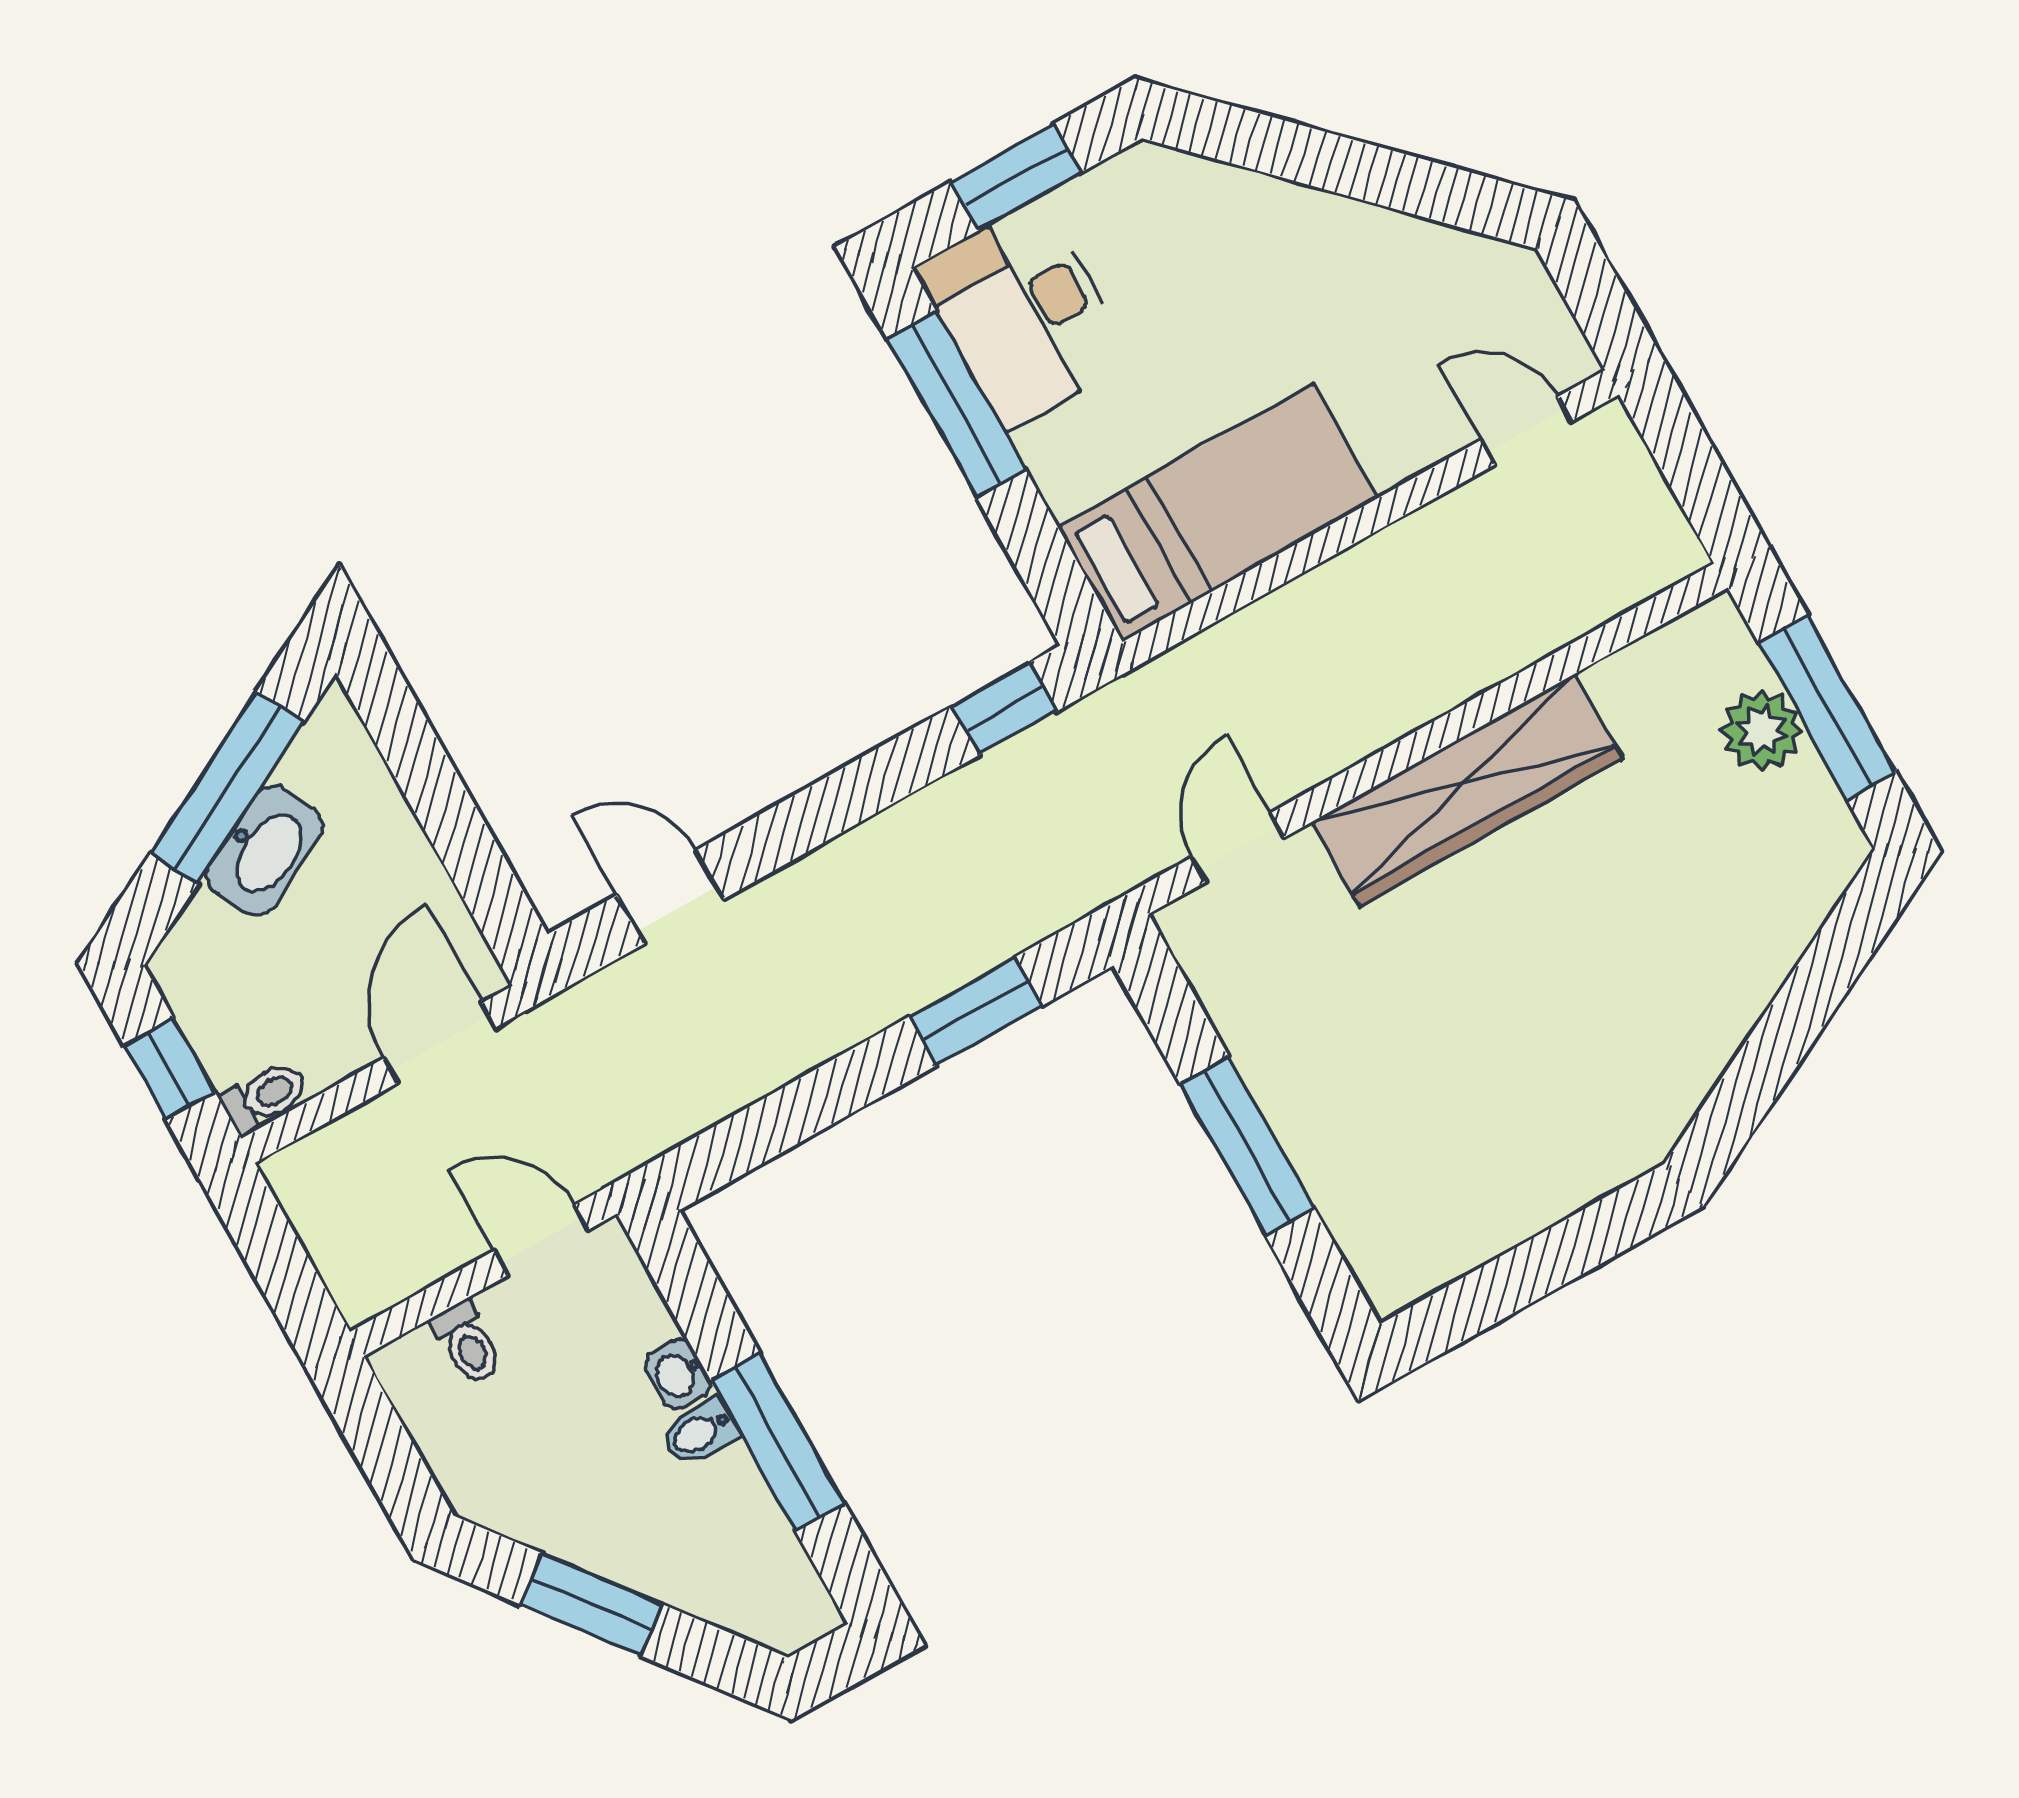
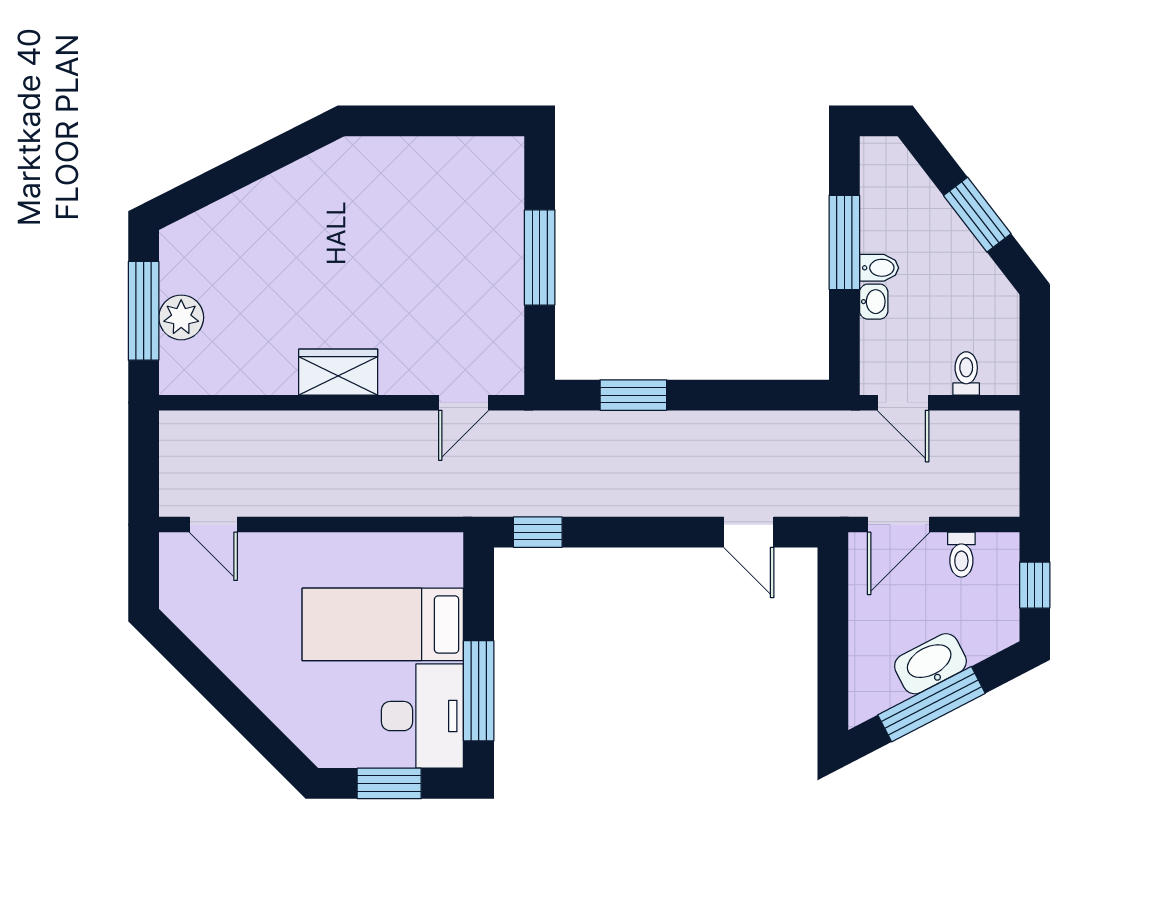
bed: (1218, 513) -> (383, 624), moved
wardrobe: (1467, 790) -> (338, 372), width x0.48, depth x0.85
toilet: (264, 1097) -> (961, 555), moved, turned -90

